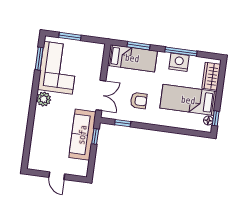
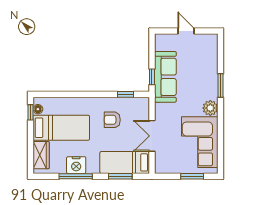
window: (39, 59) -> (221, 86), moved
double door: (101, 95) -> (152, 136), moved

